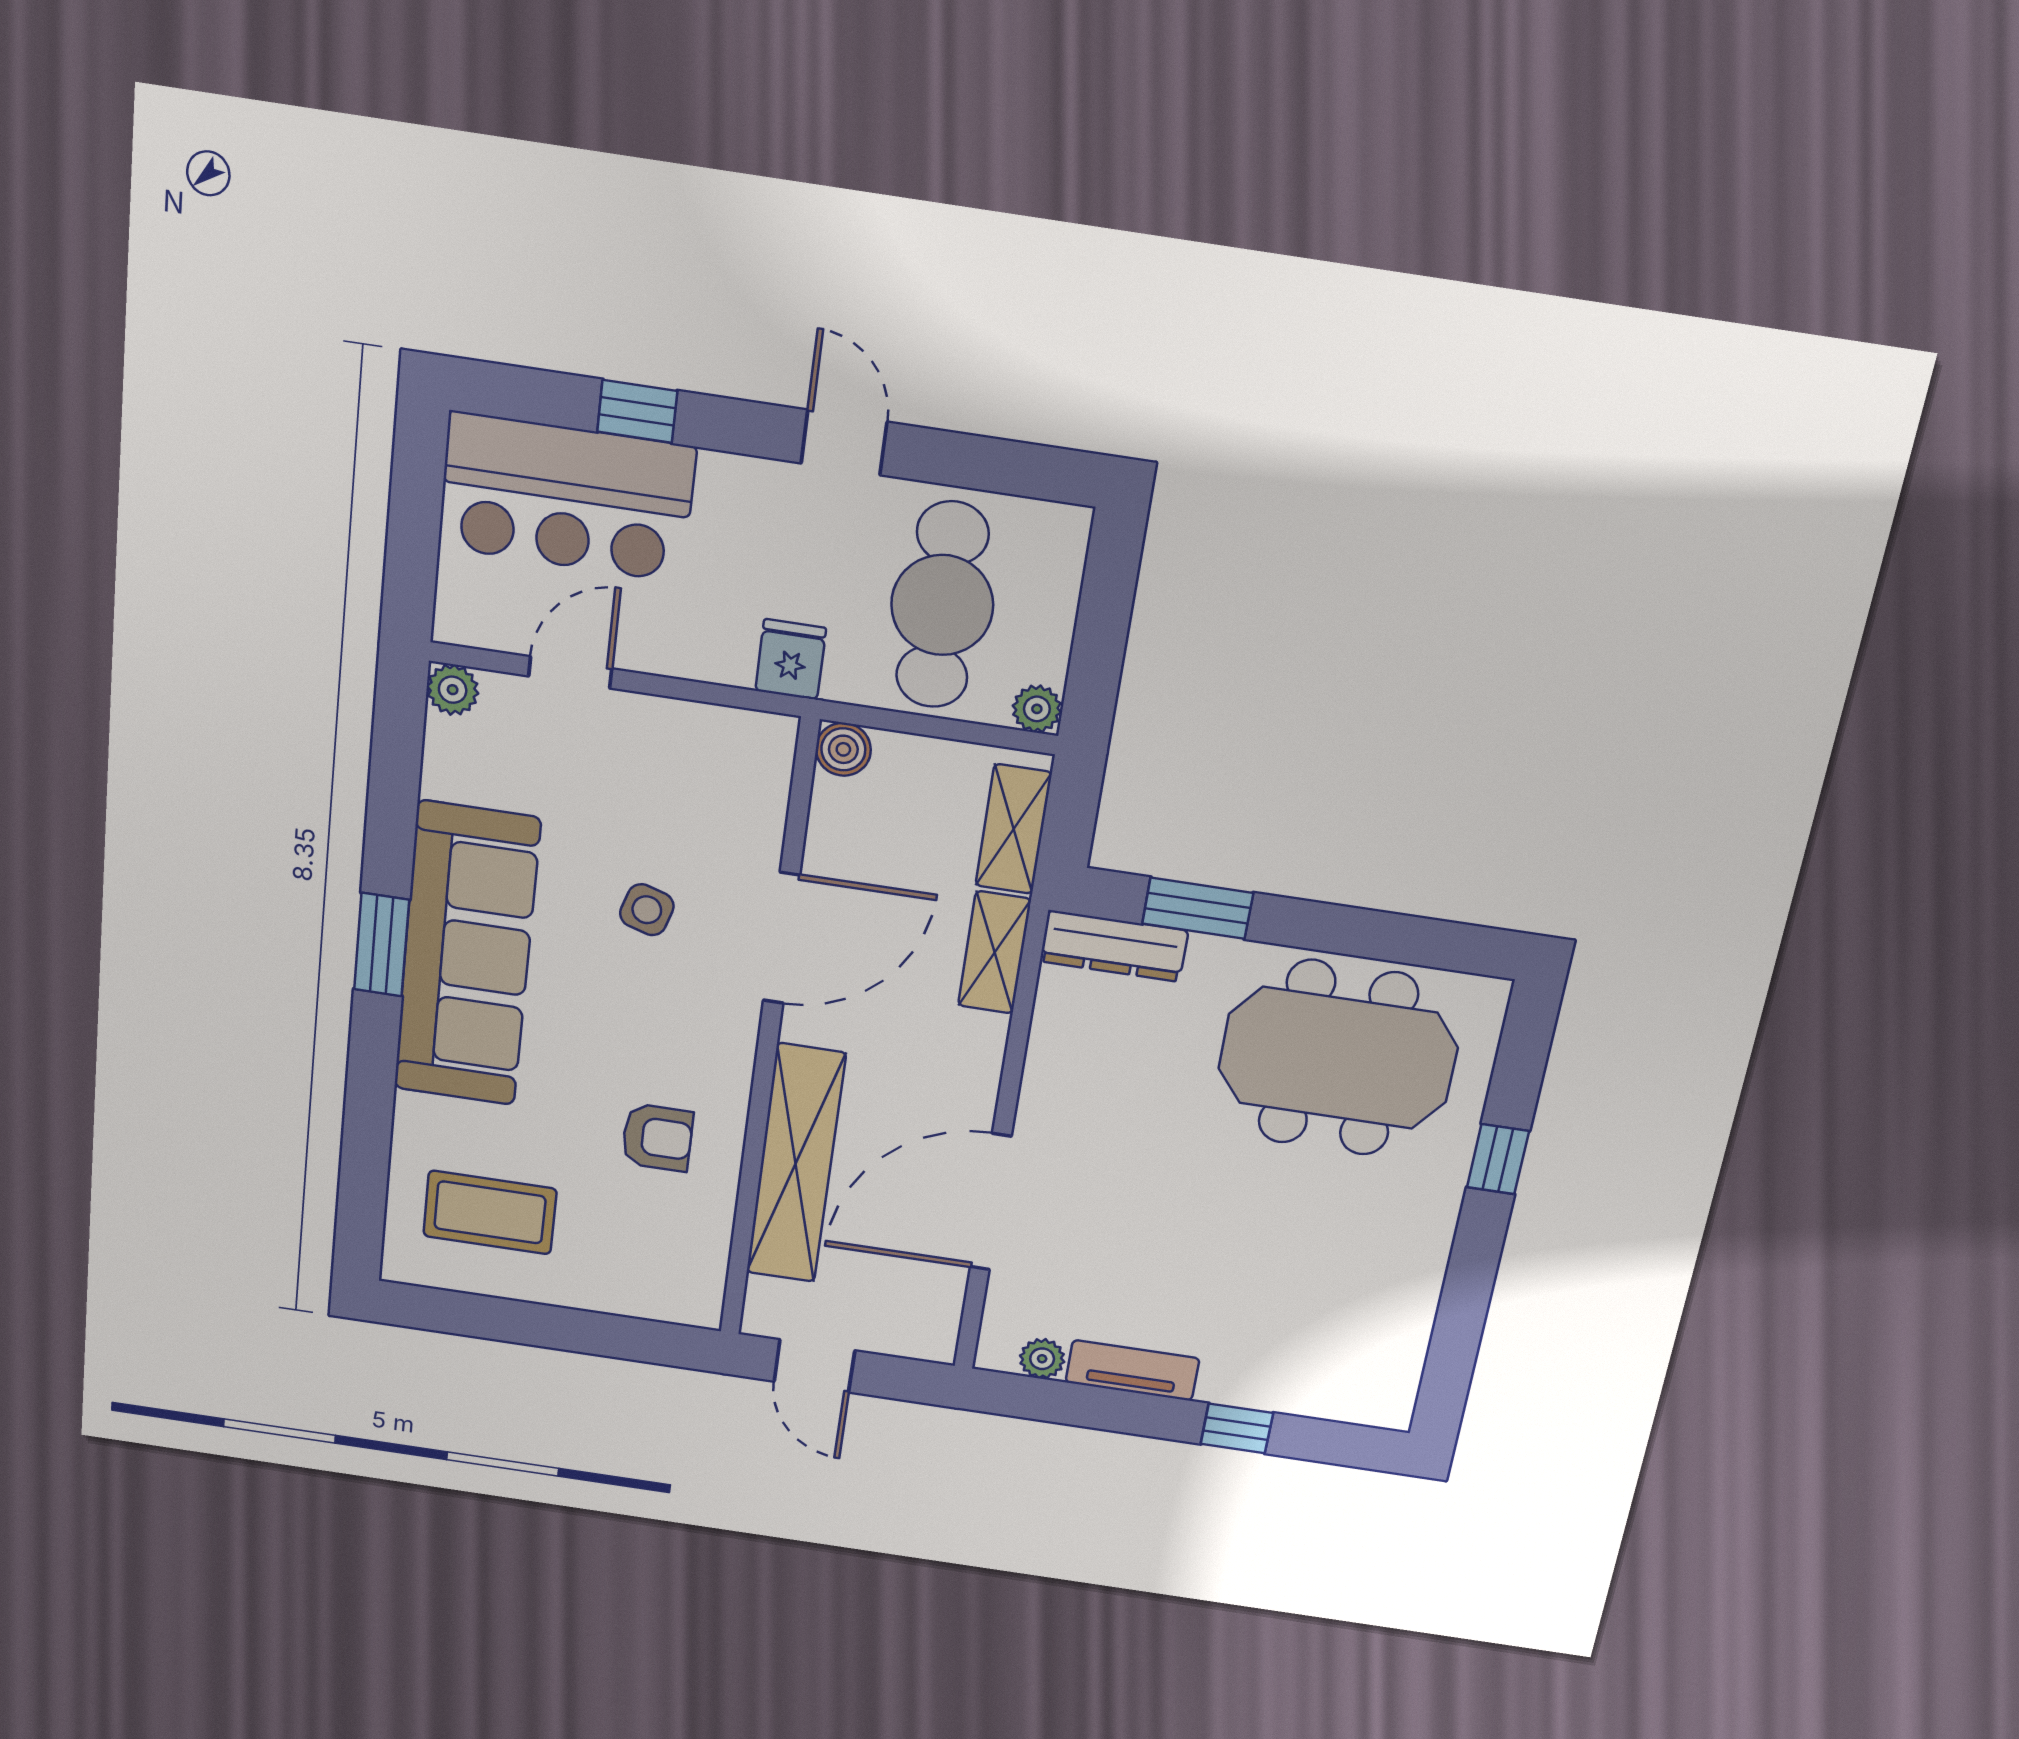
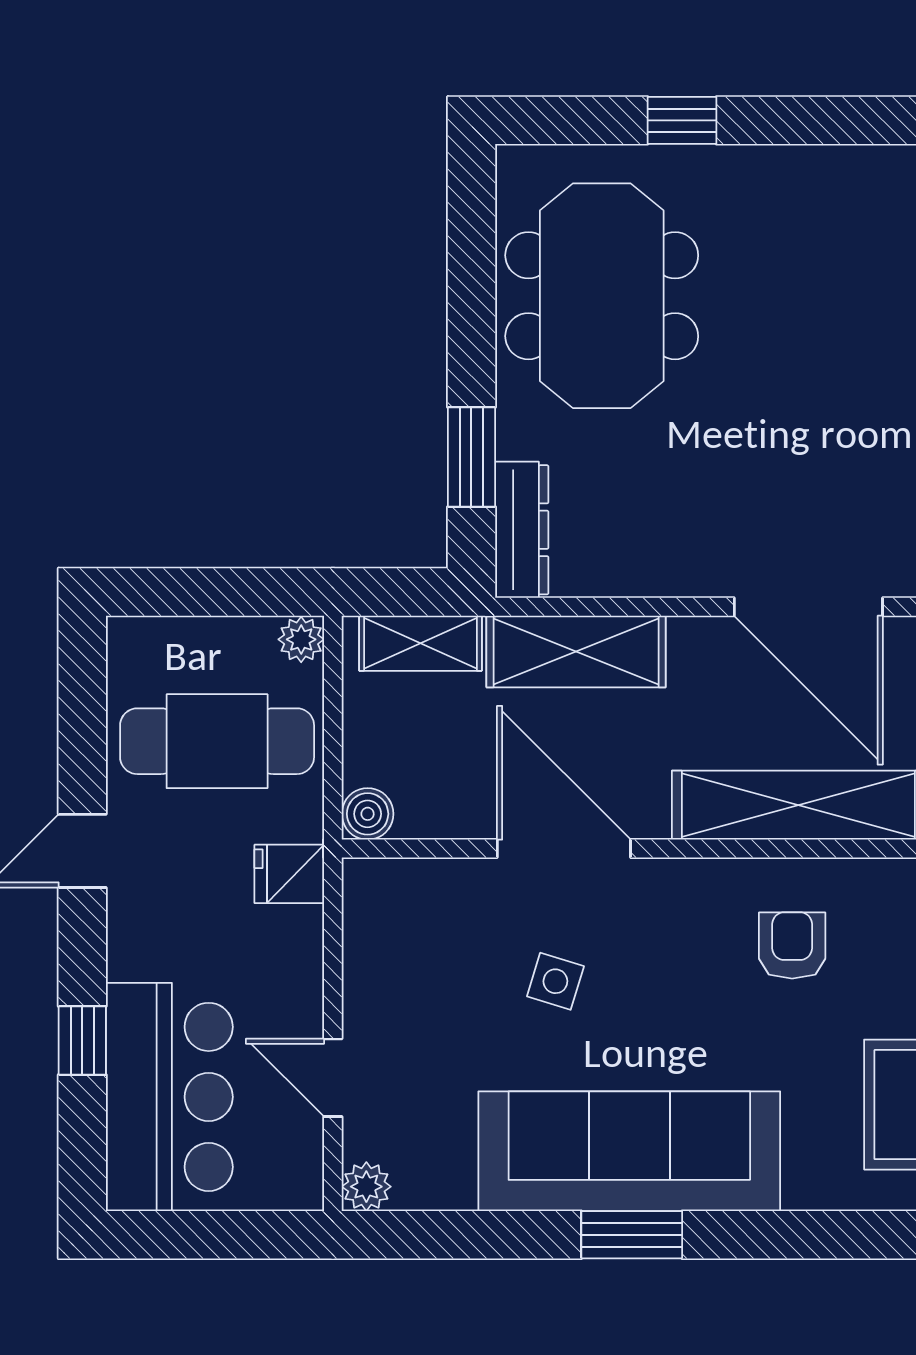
shelving: (995, 952) -> (576, 651), width x1.50, depth x1.33

